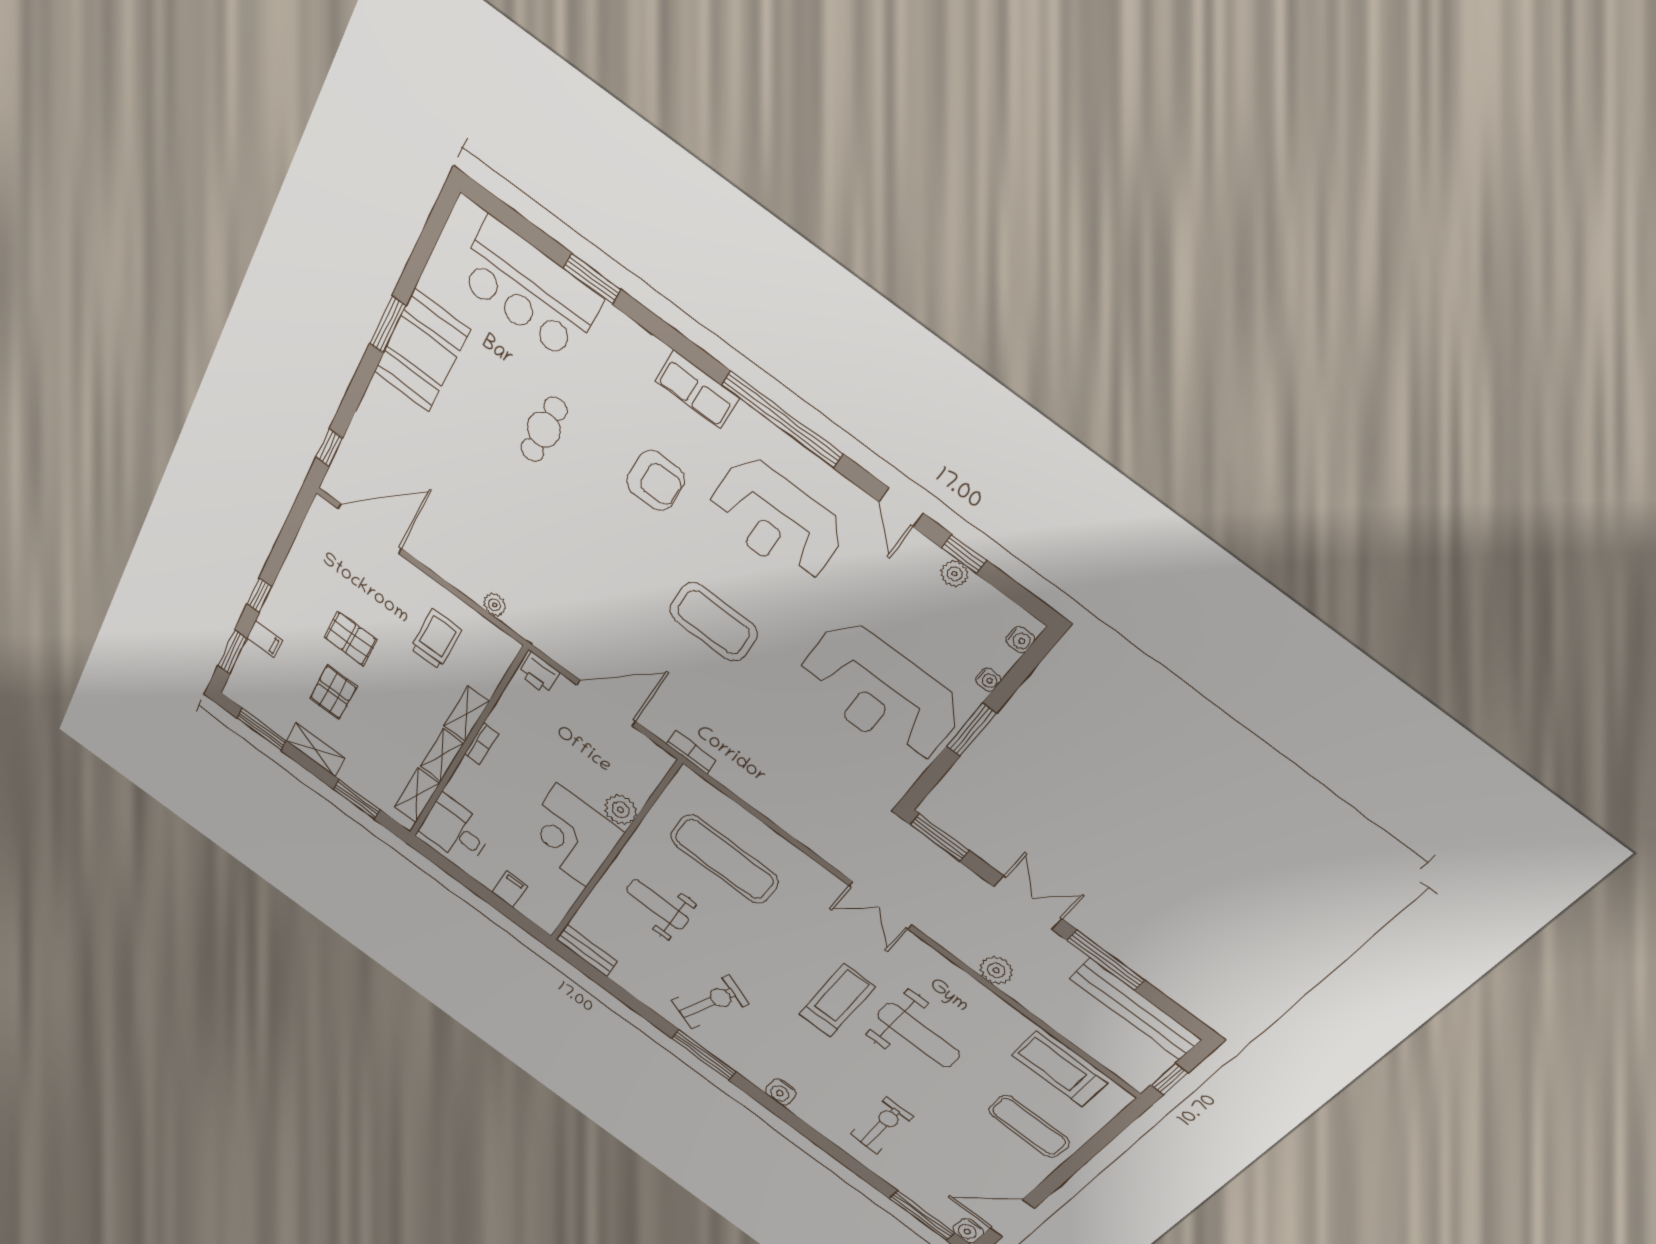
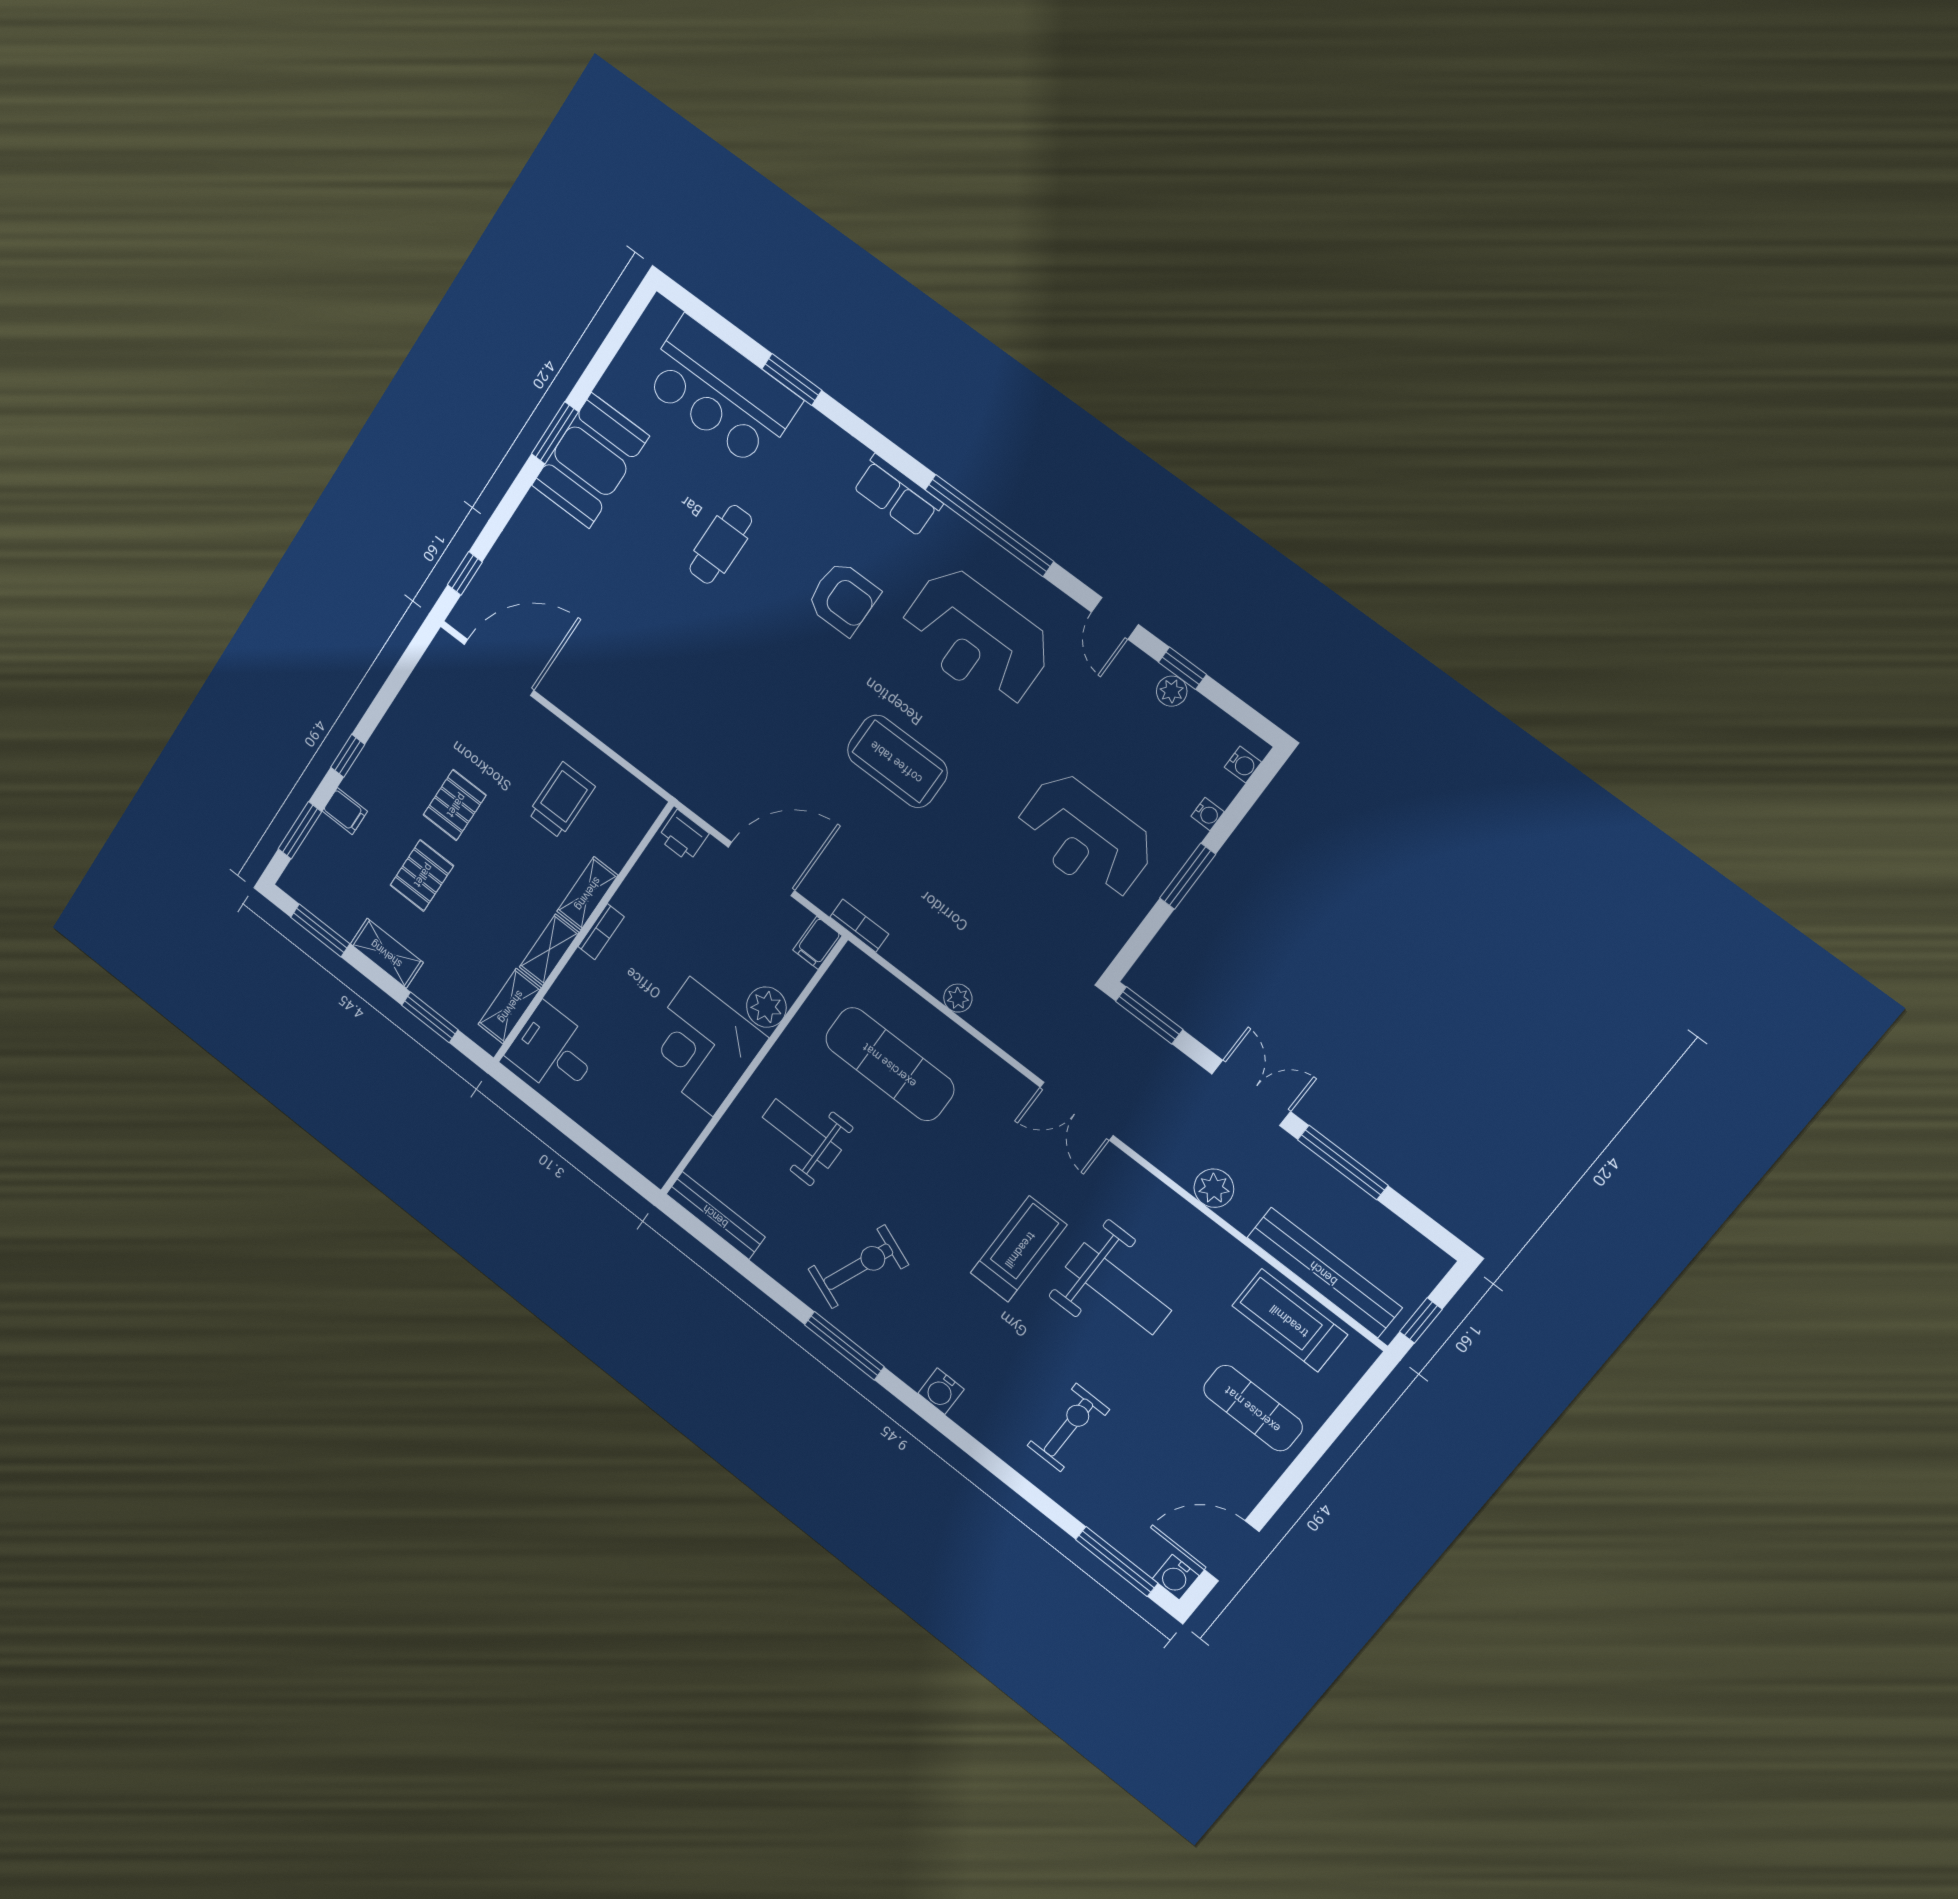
plant: (495, 605) -> (958, 998), moved
pallet: (351, 639) -> (455, 805), turned 90
reception desk: (880, 693) -> (1085, 837), width x0.74, depth x0.77
filing cabinet: (510, 889) -> (818, 943), moved, turned 180
bench: (587, 951) -> (716, 1215), width x1.36
bench: (1135, 1009) -> (1324, 1272), moved

